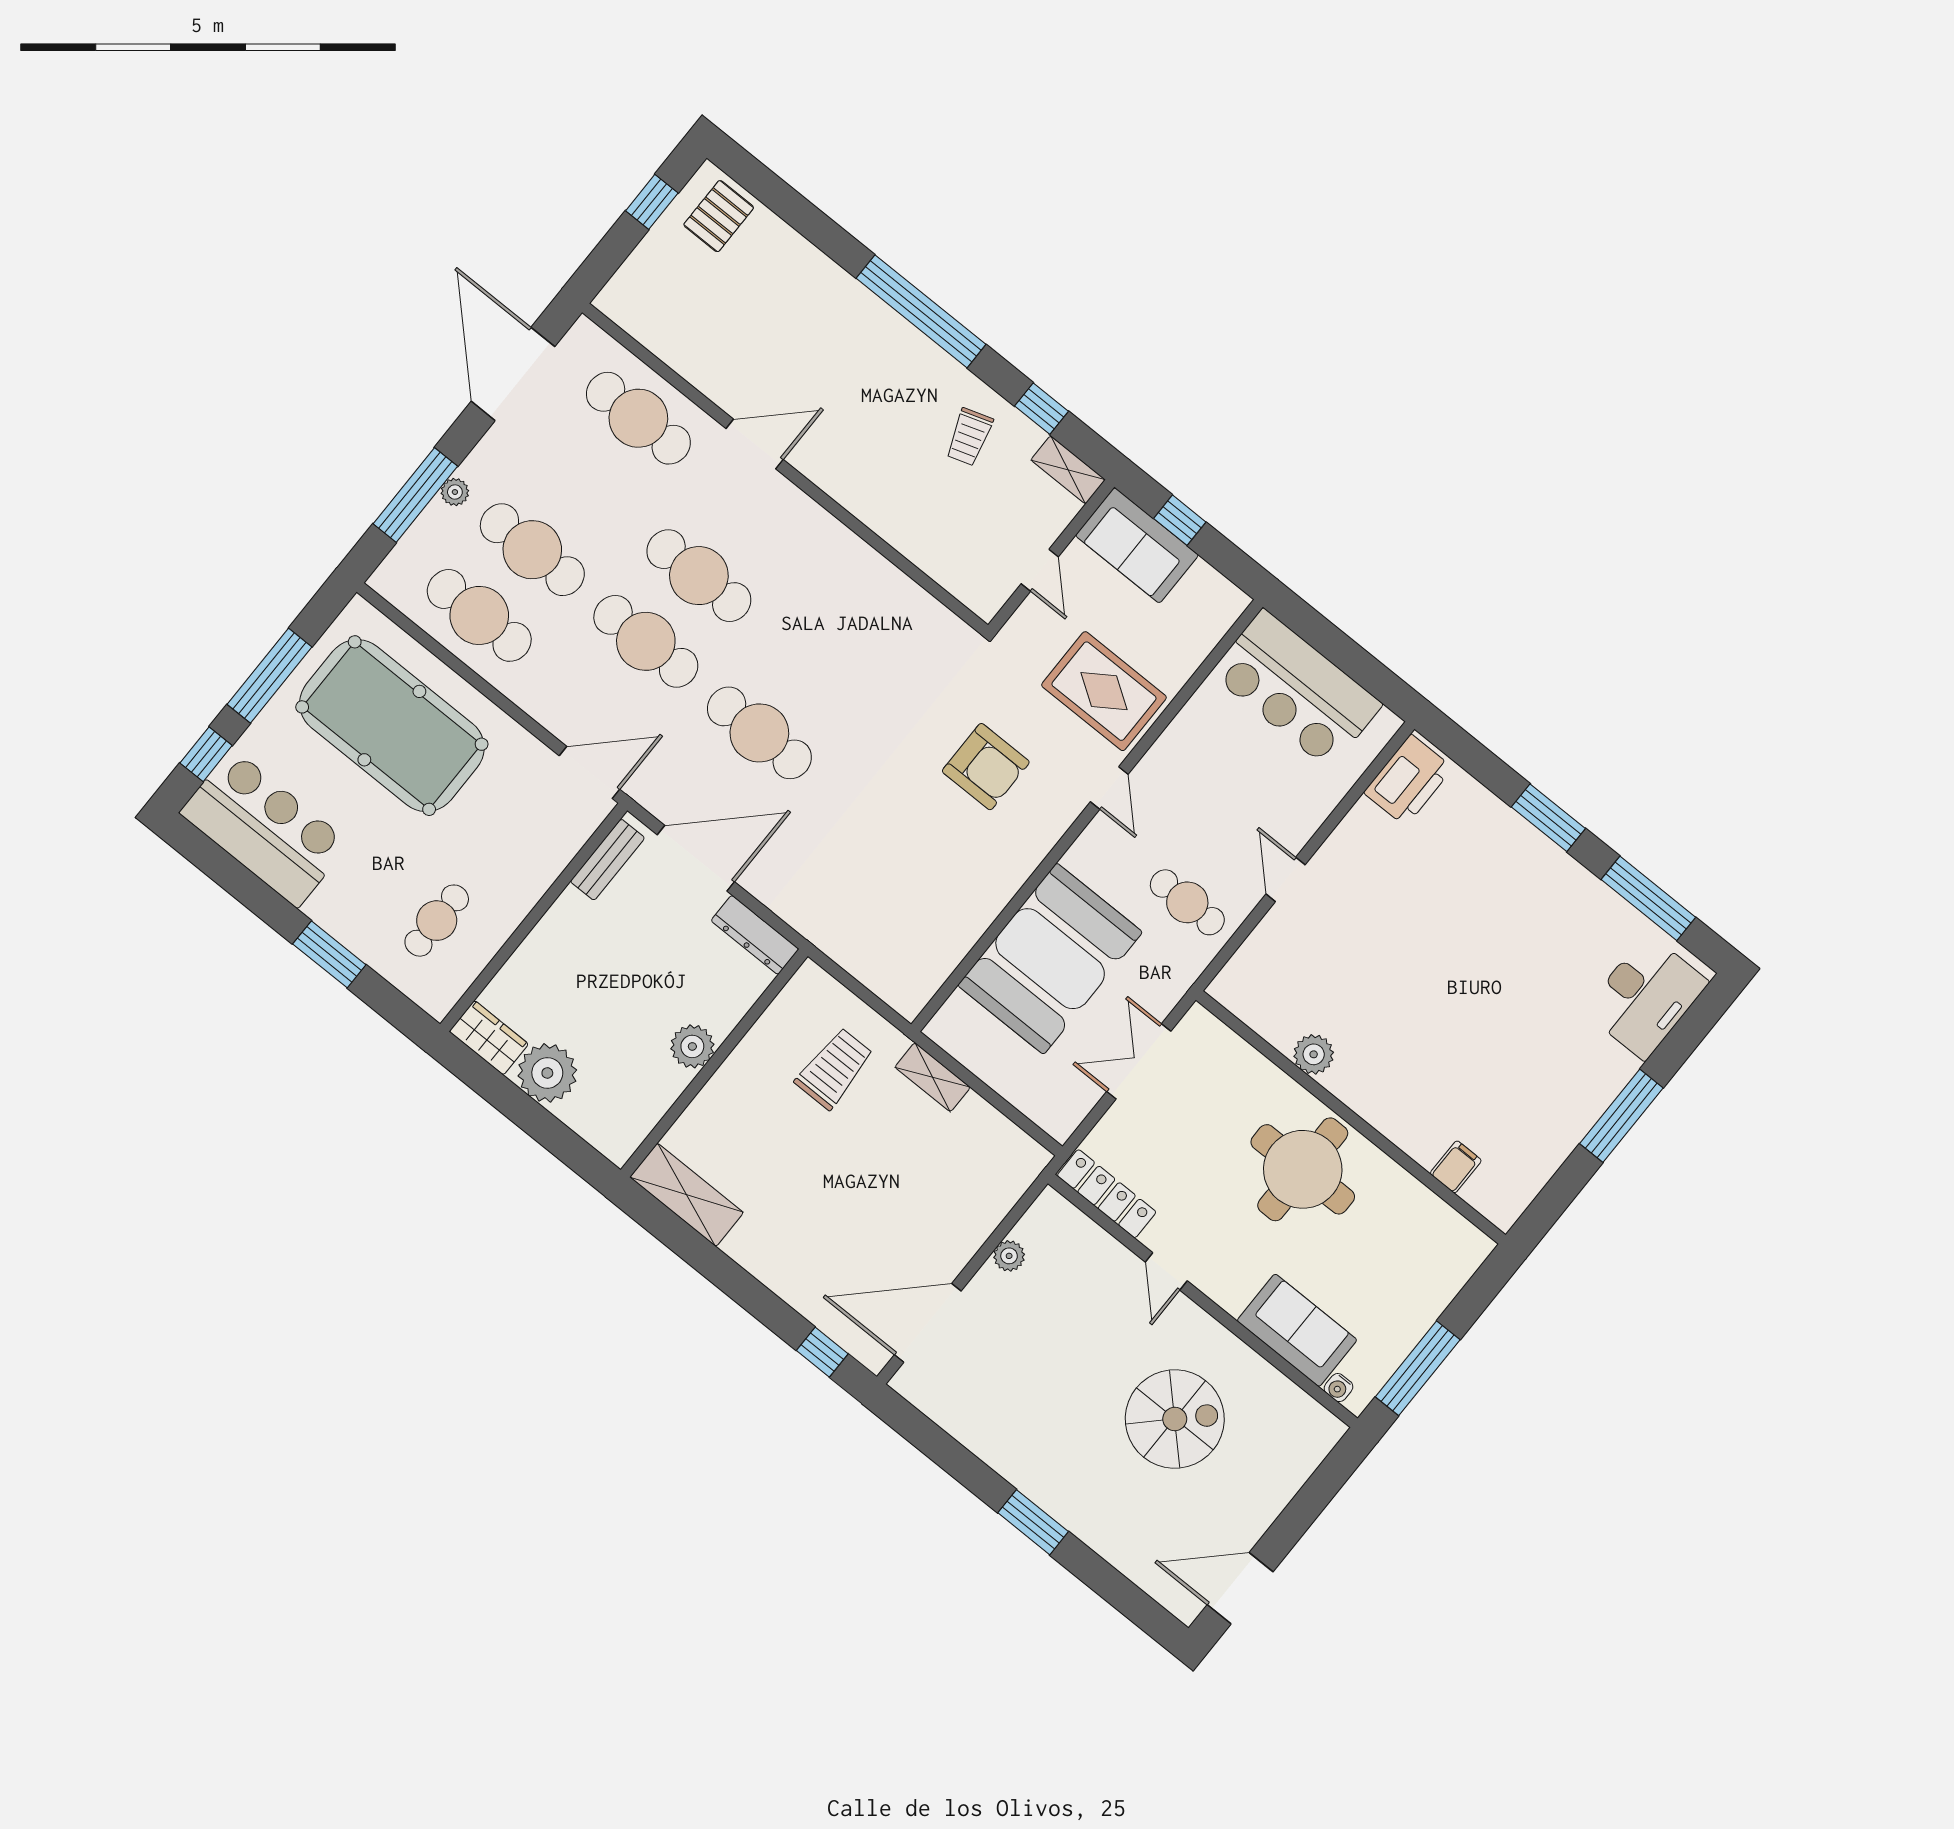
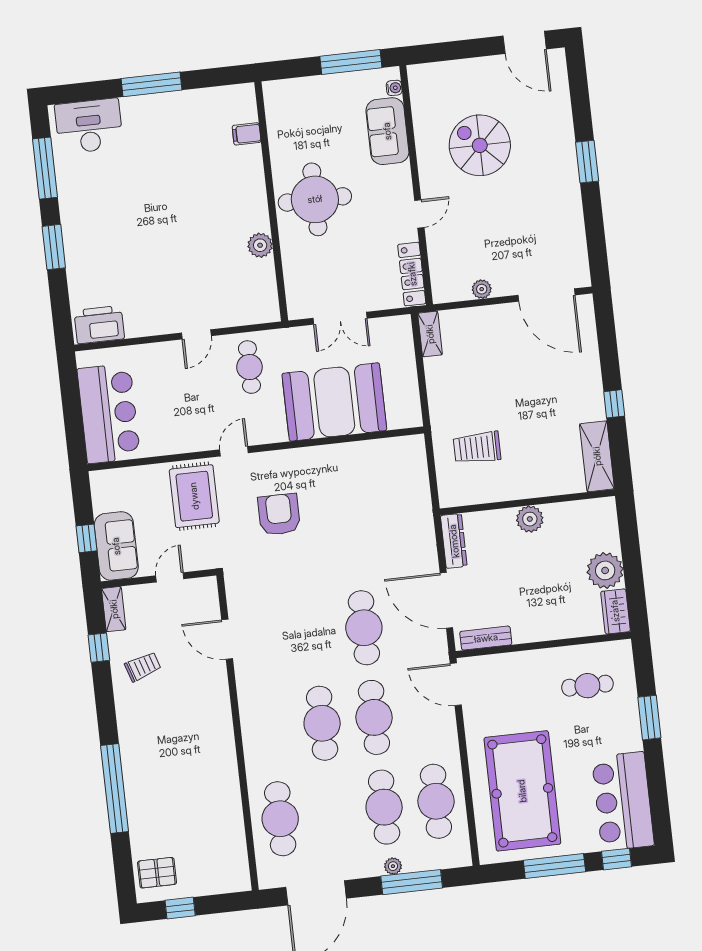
window: (921, 311) -> (115, 789), moved
door: (755, 444) -> (227, 639), moved
shelving: (933, 1077) -> (430, 334), moved
window: (822, 1352) -> (614, 404), moved

